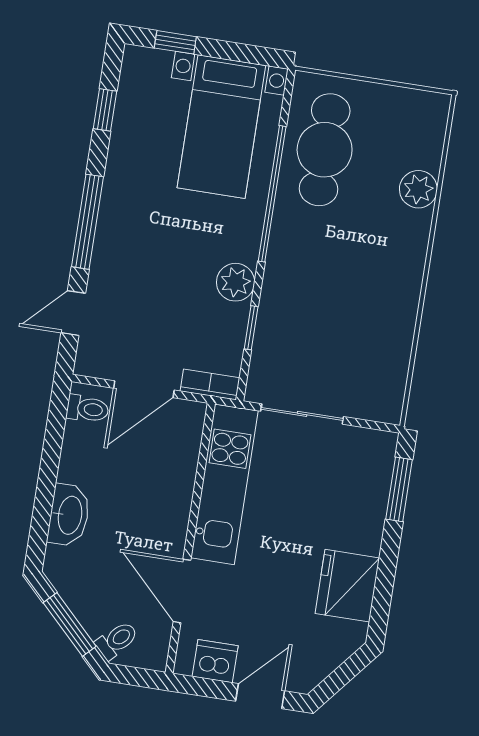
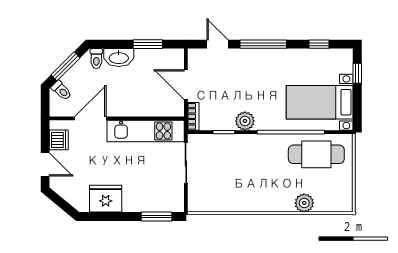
toilet: (88, 409) -> (96, 59), moved
window: (51, 453) -> (148, 44), added

